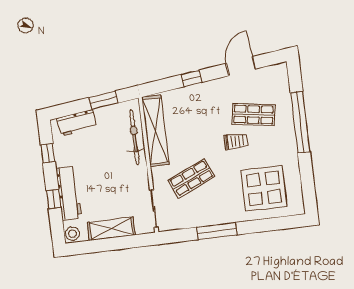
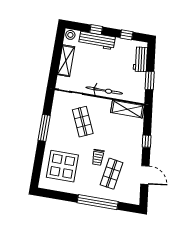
shelving: (155, 131) -> (127, 109), width x0.68
bicycle: (134, 137) -> (104, 90), moved

